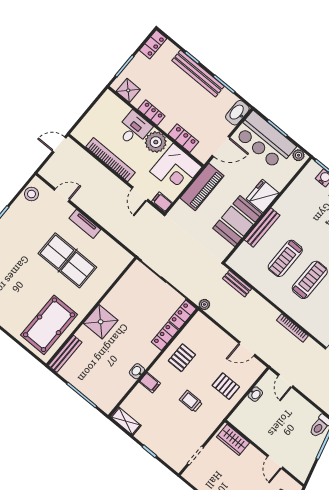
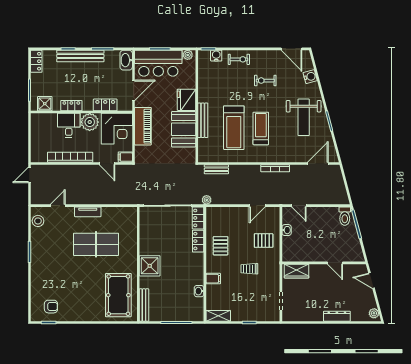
treadmill: (285, 258) -> (234, 128), width x1.37, depth x1.38
washbasin: (137, 371) -> (199, 291), moved

